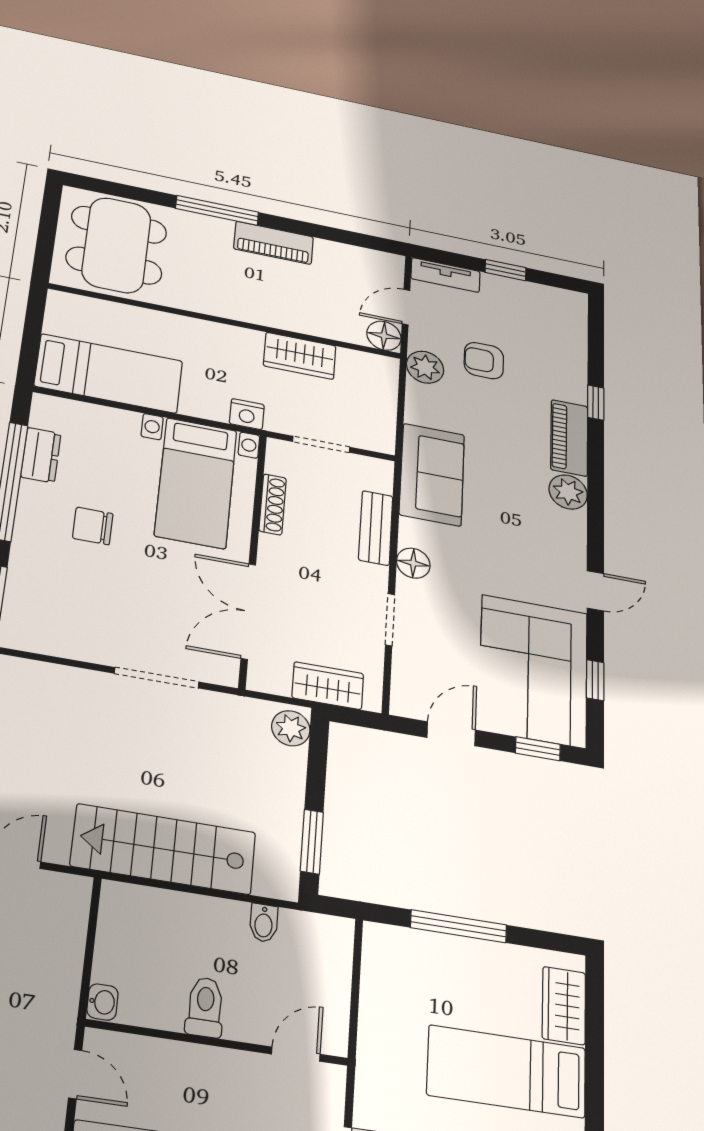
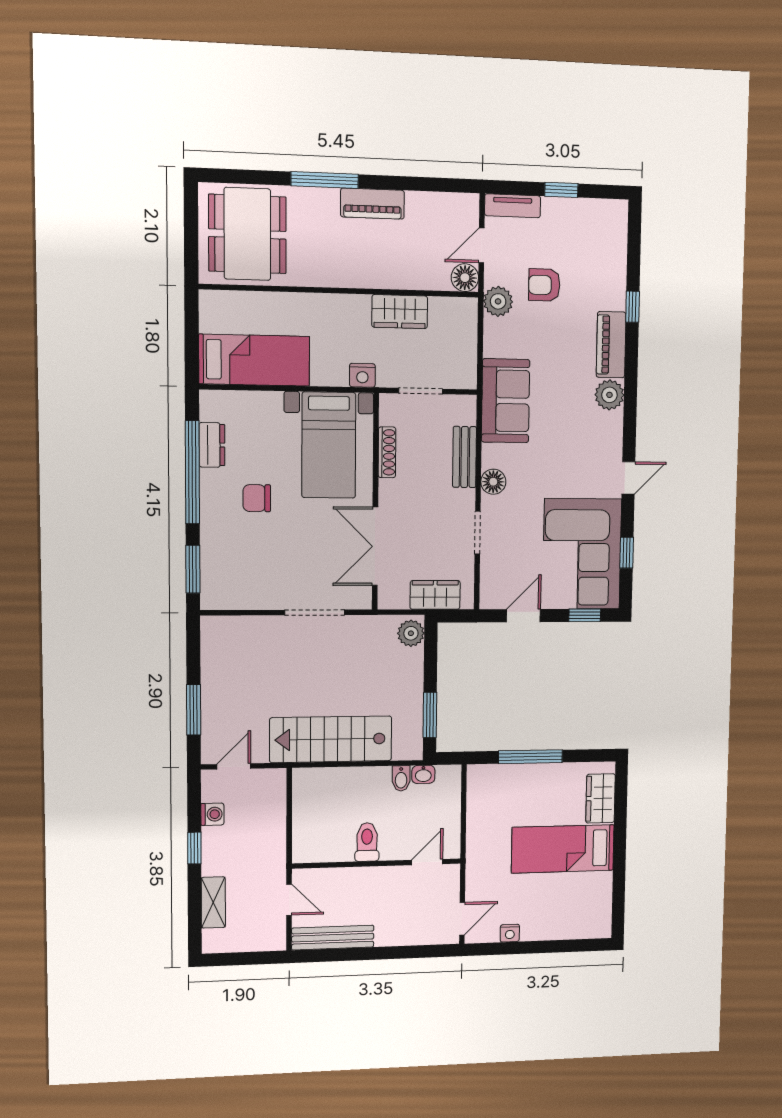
washbasin: (102, 1002) -> (423, 774), moved, turned 90

